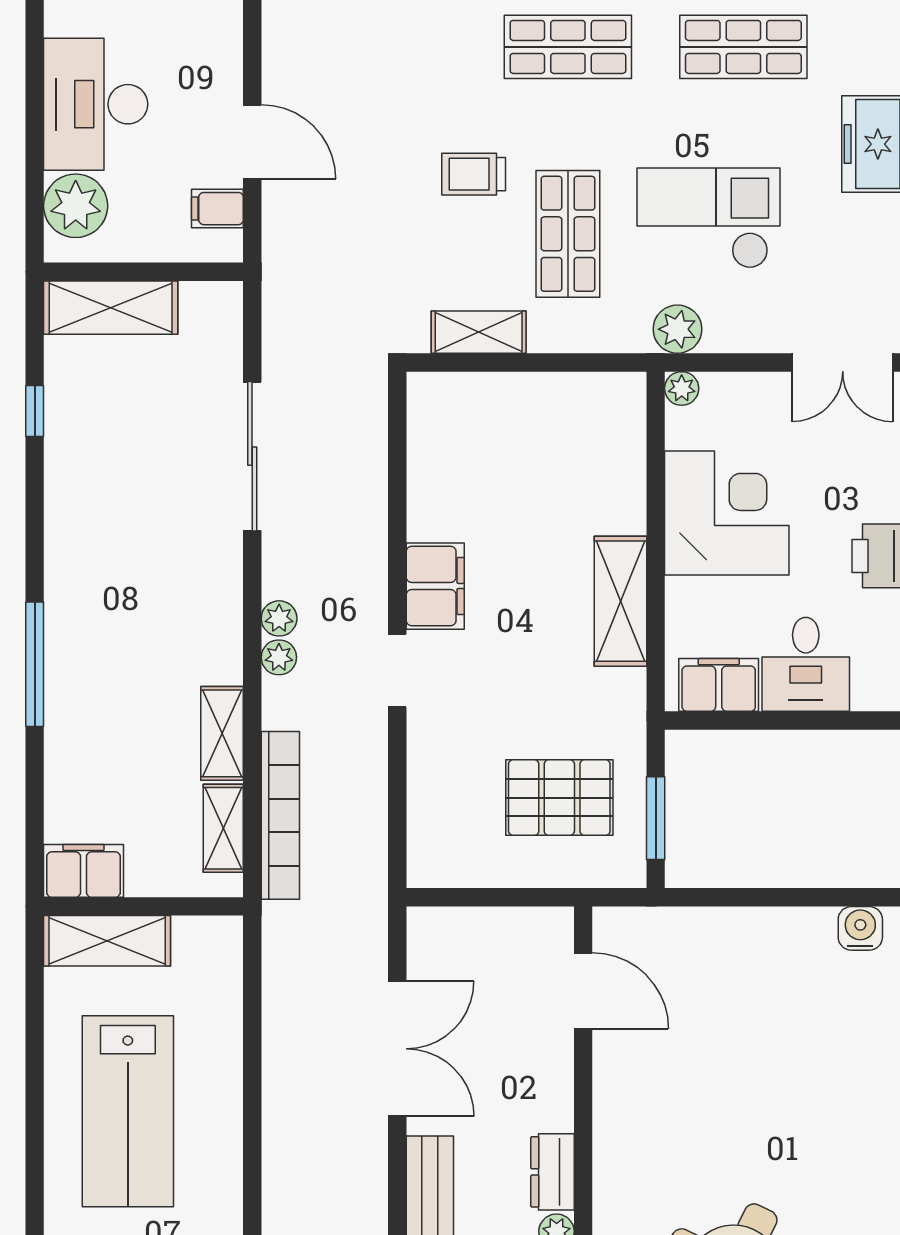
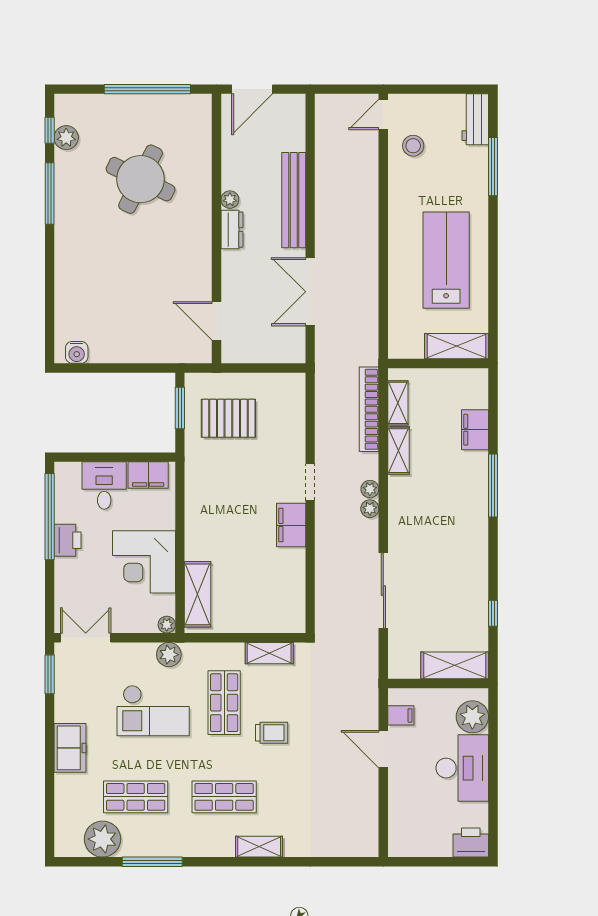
shelving: (621, 601) -> (198, 594), moved
filing cabinet: (83, 871) -> (475, 430), moved, turned 90

